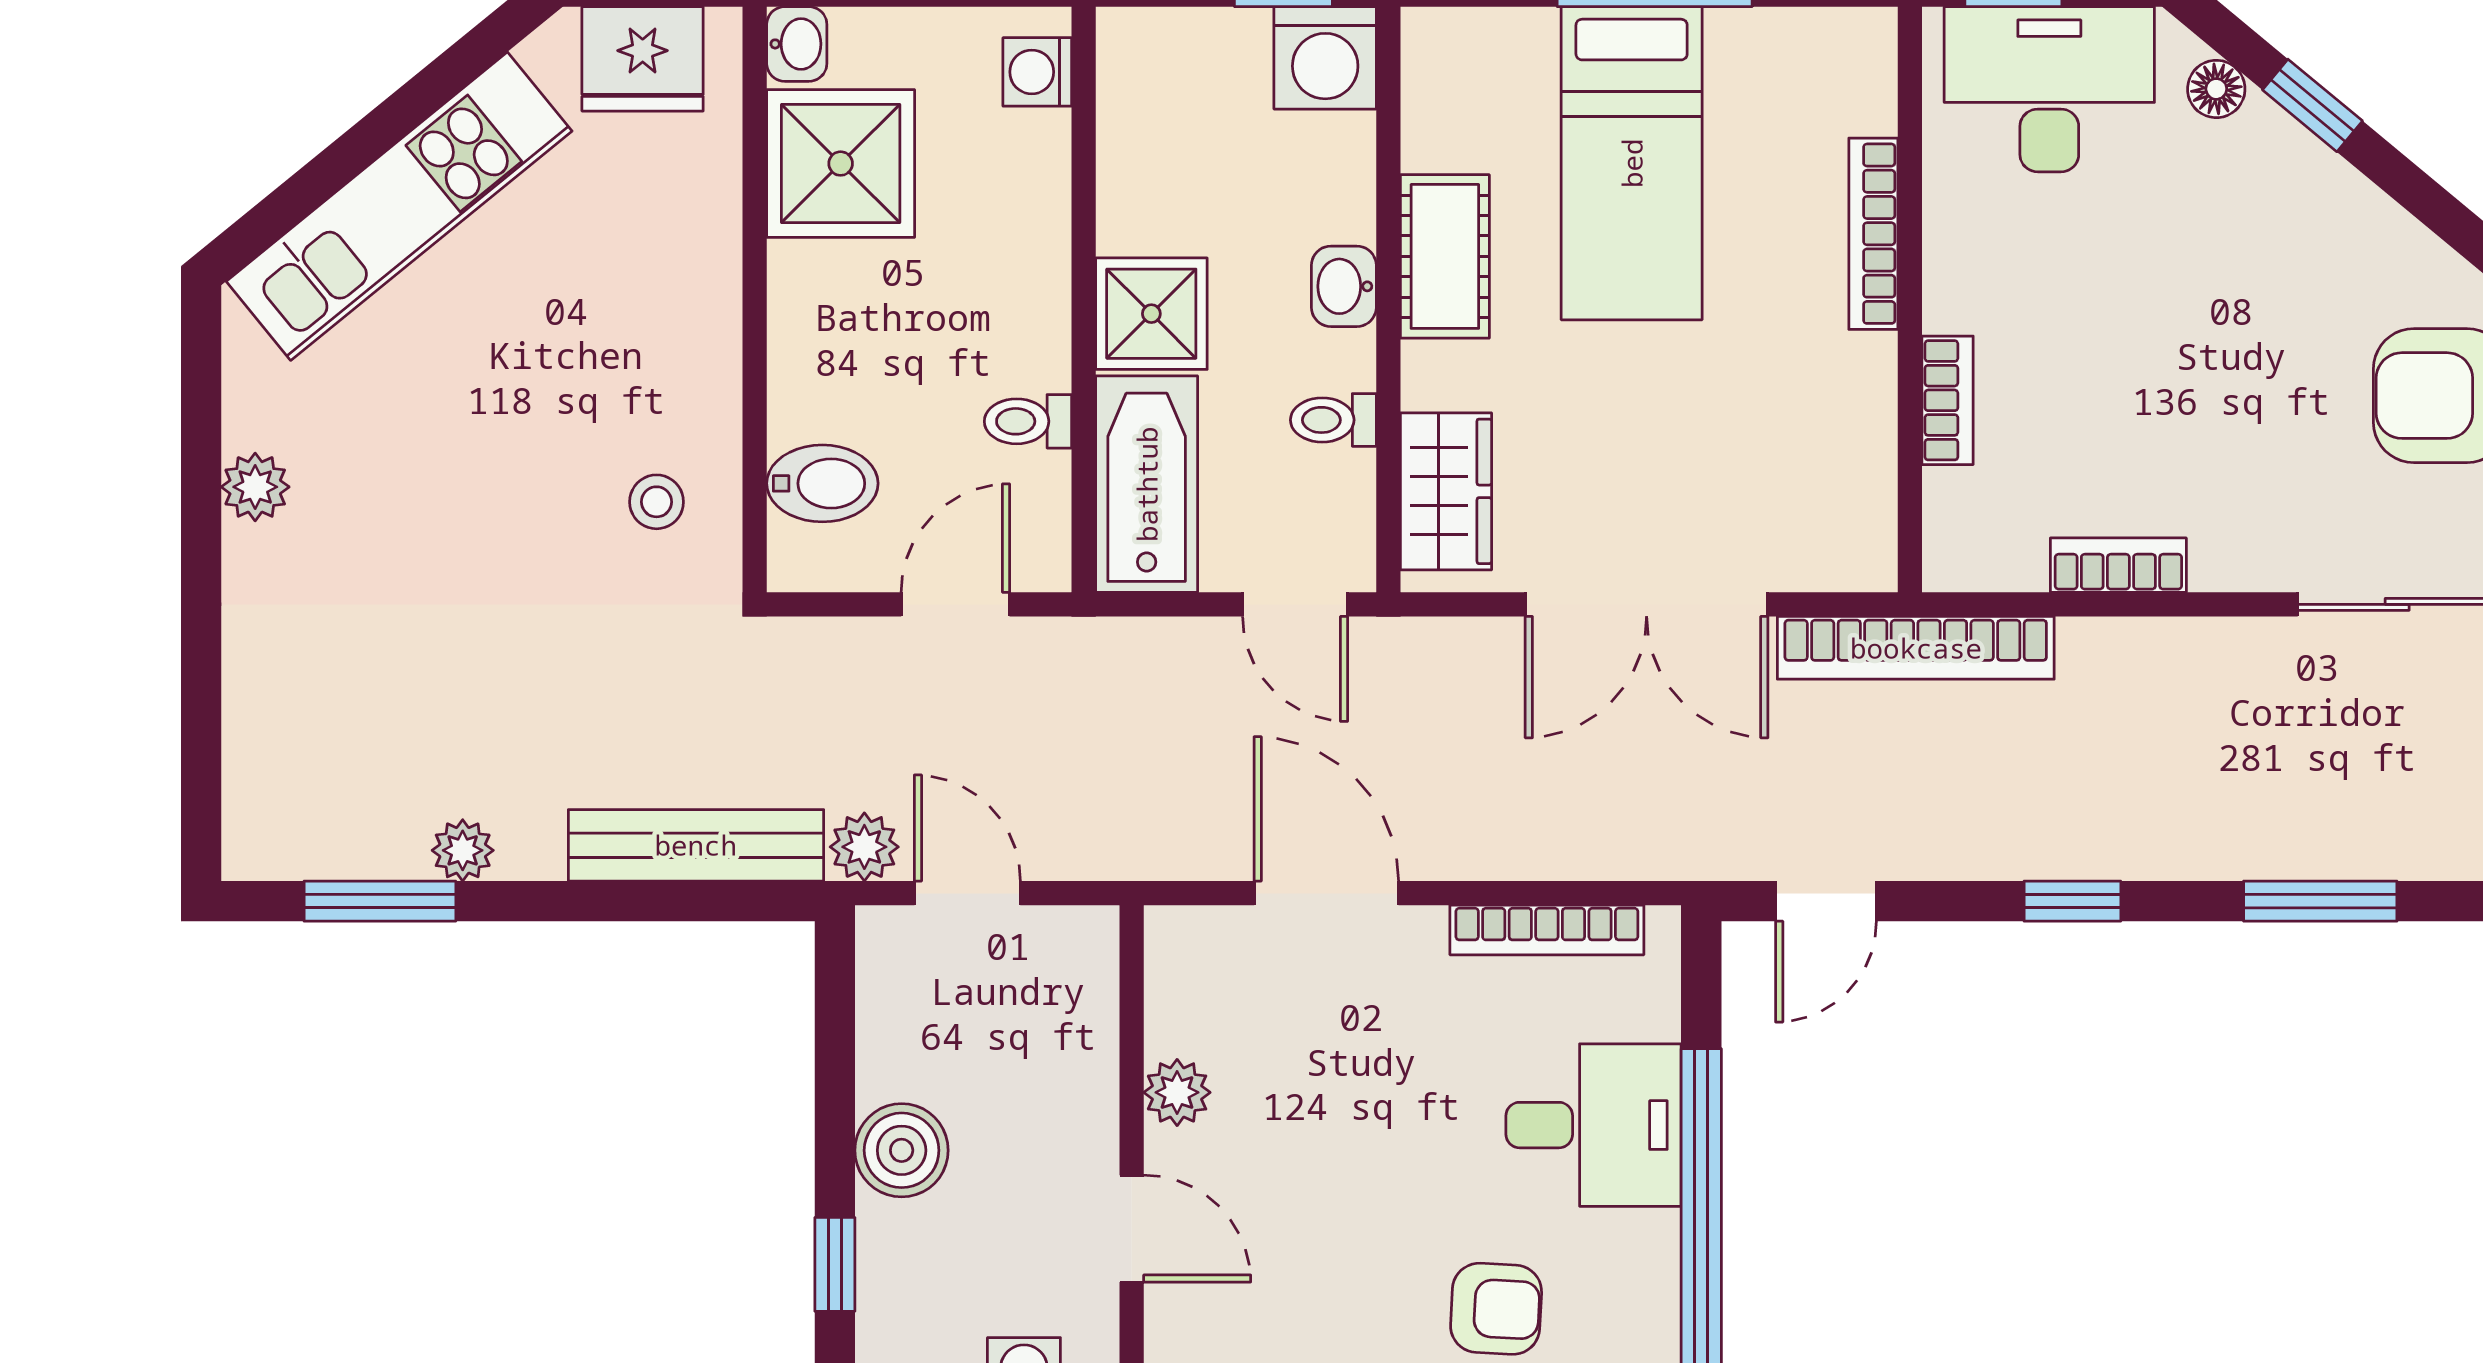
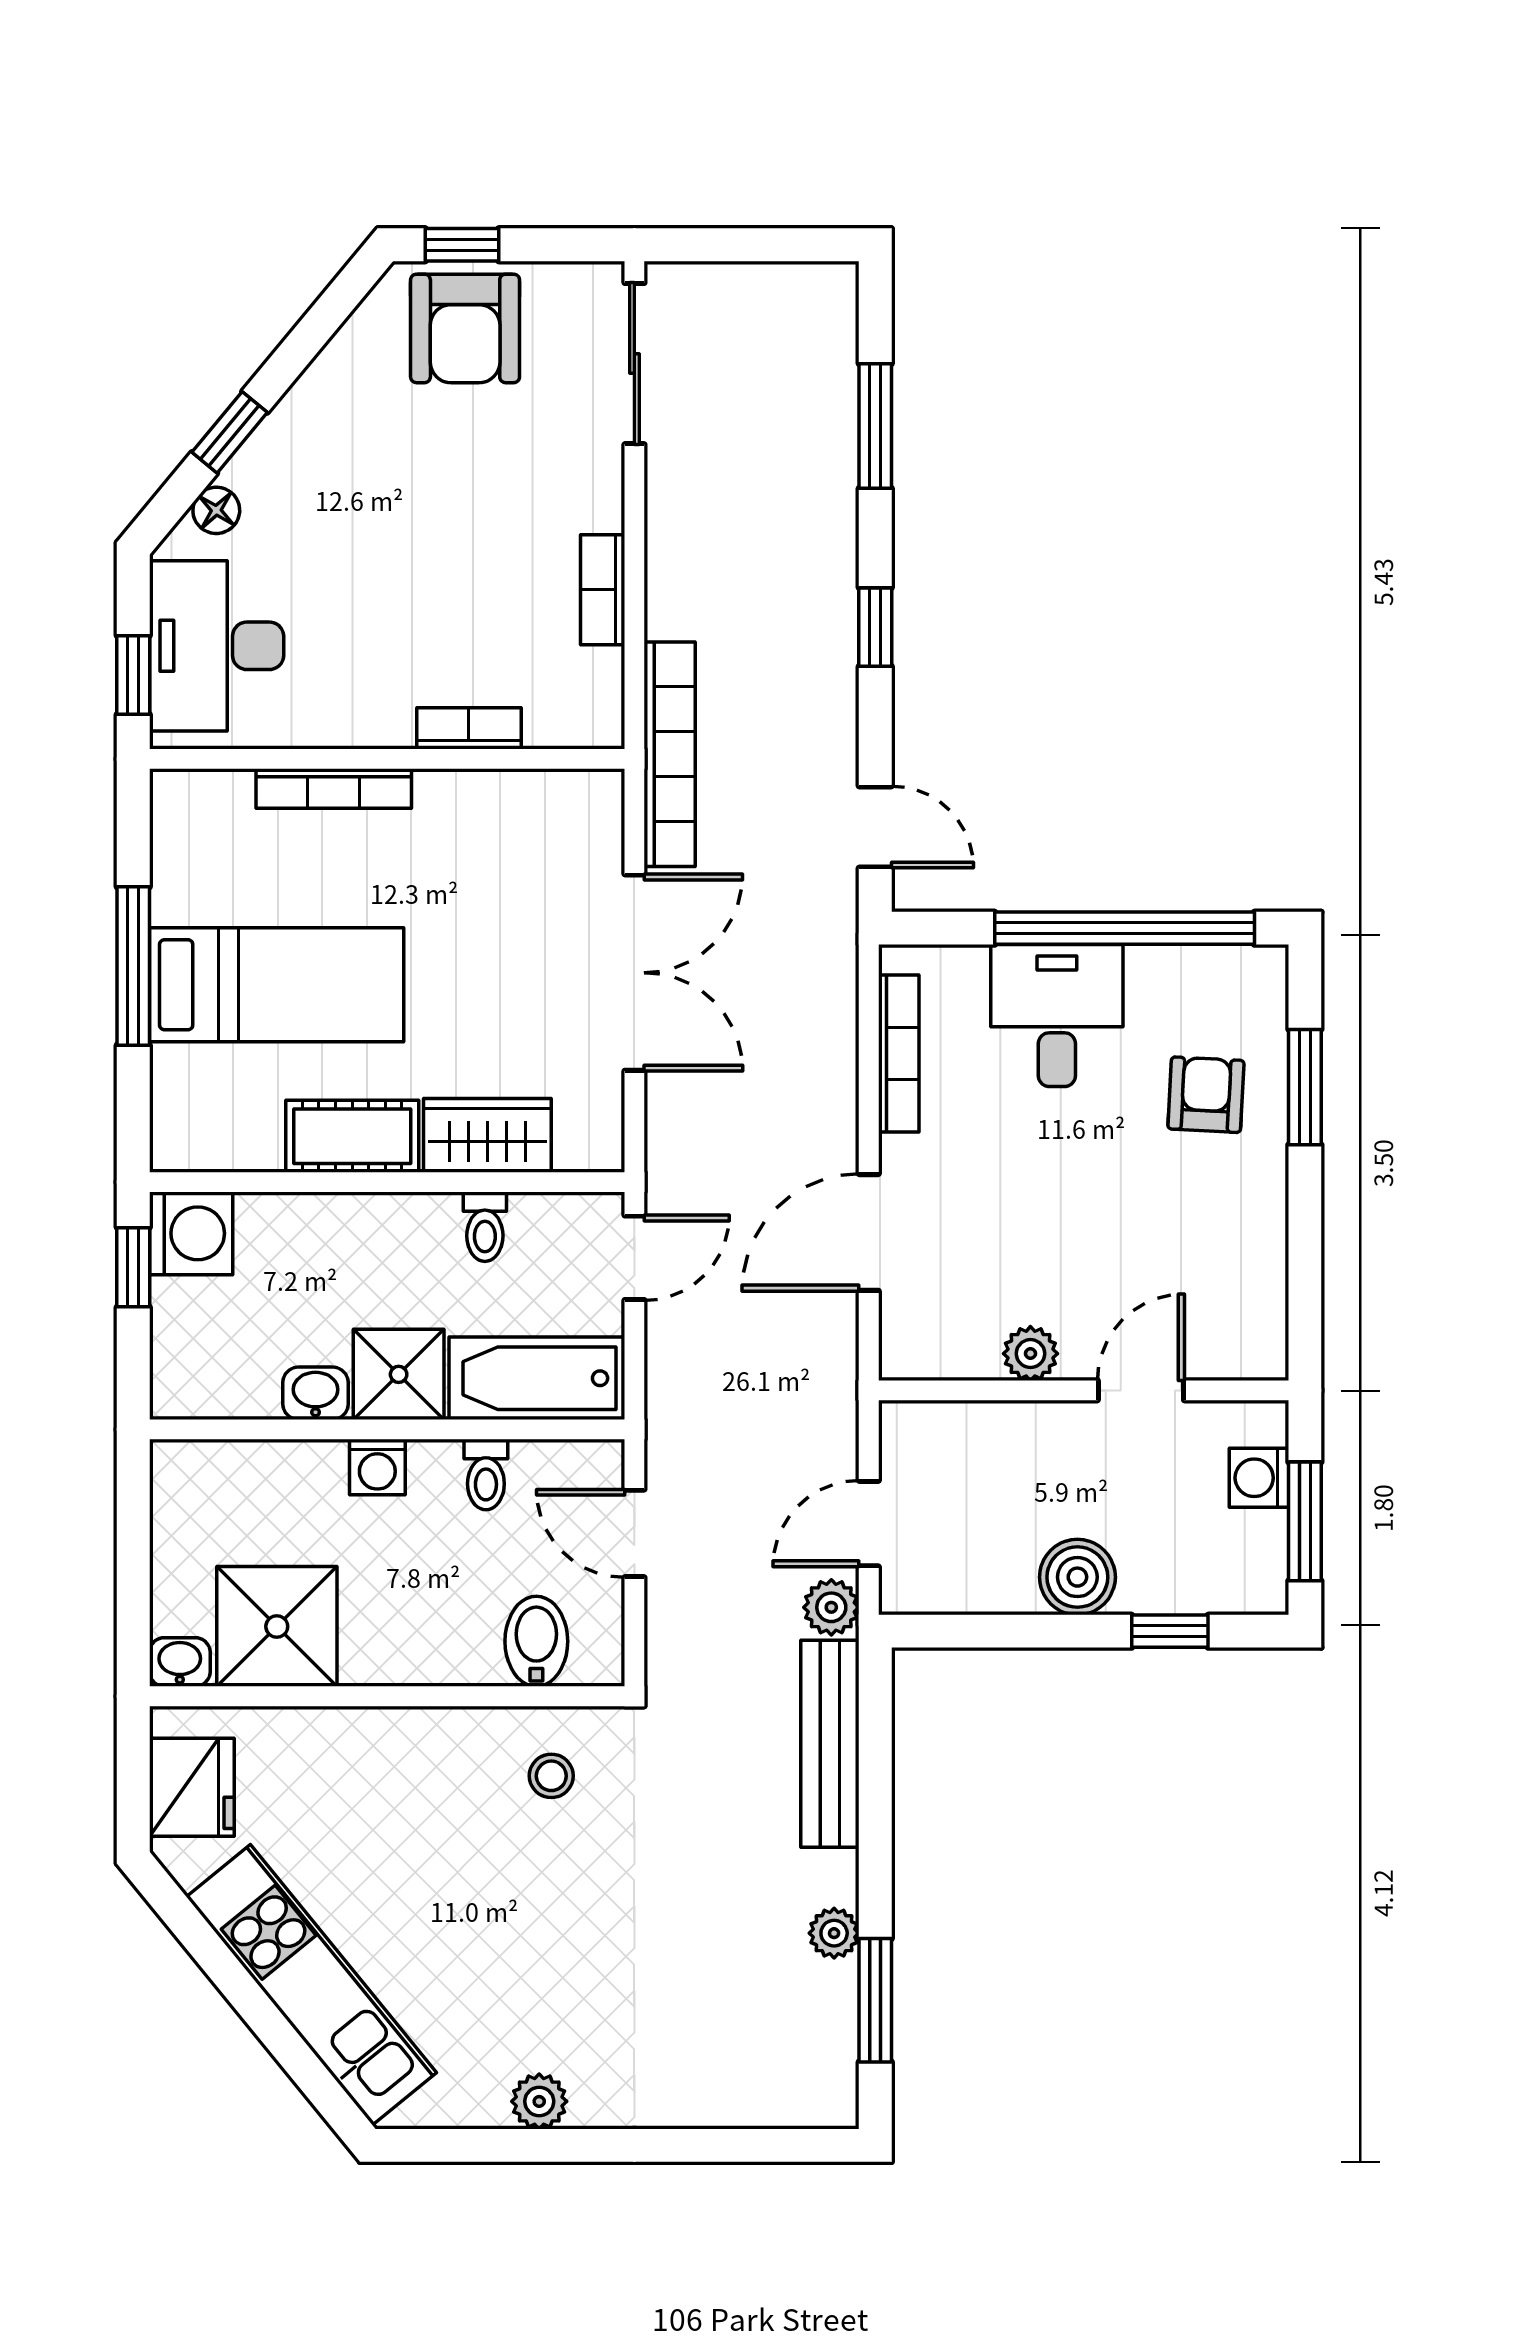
washing machine: (1037, 72) -> (377, 1467), moved
washbasin: (1344, 286) -> (316, 1393), moved, turned 180
wardrobe: (1446, 491) -> (487, 1135), moved

